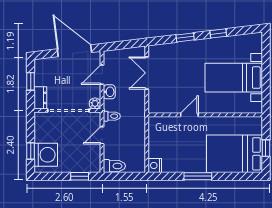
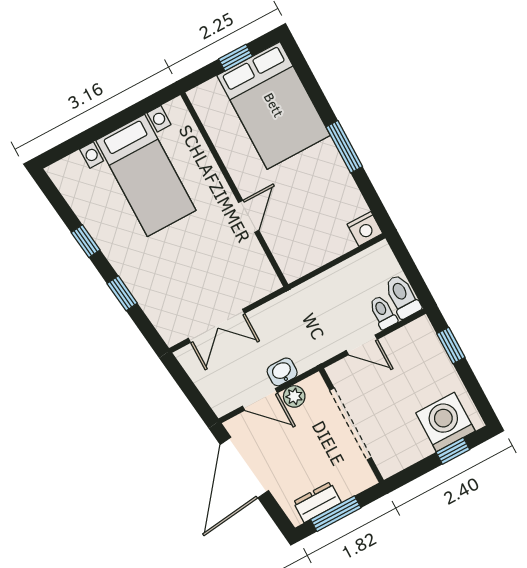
window: (31, 81) -> (336, 514), width x1.50
dresser: (40, 98) -> (317, 502), moved
plant: (95, 103) -> (294, 396), moved
door: (189, 115) -> (249, 216), swing flipped
toilet: (112, 116) -> (383, 312), moved

